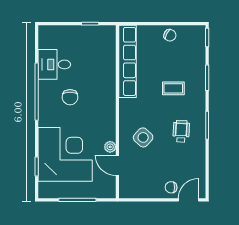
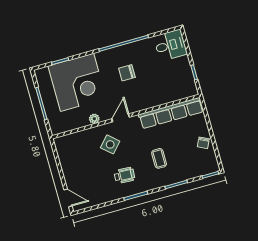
desk: (54, 64) -> (170, 45), moved, turned 90
door: (117, 165) -> (121, 118), moved
chair: (171, 187) -> (74, 180), removed

